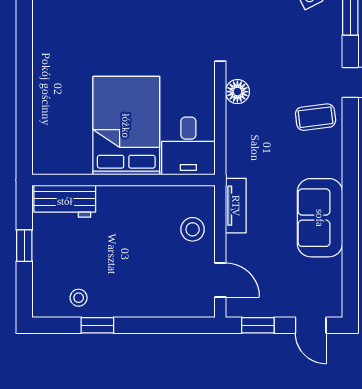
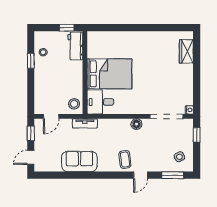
bed: (126, 126) -> (109, 74), moved
desk: (188, 146) -> (100, 102), moved
wall: (124, 180) -> (85, 73), moved
workbench: (65, 201) -> (75, 46), moved

